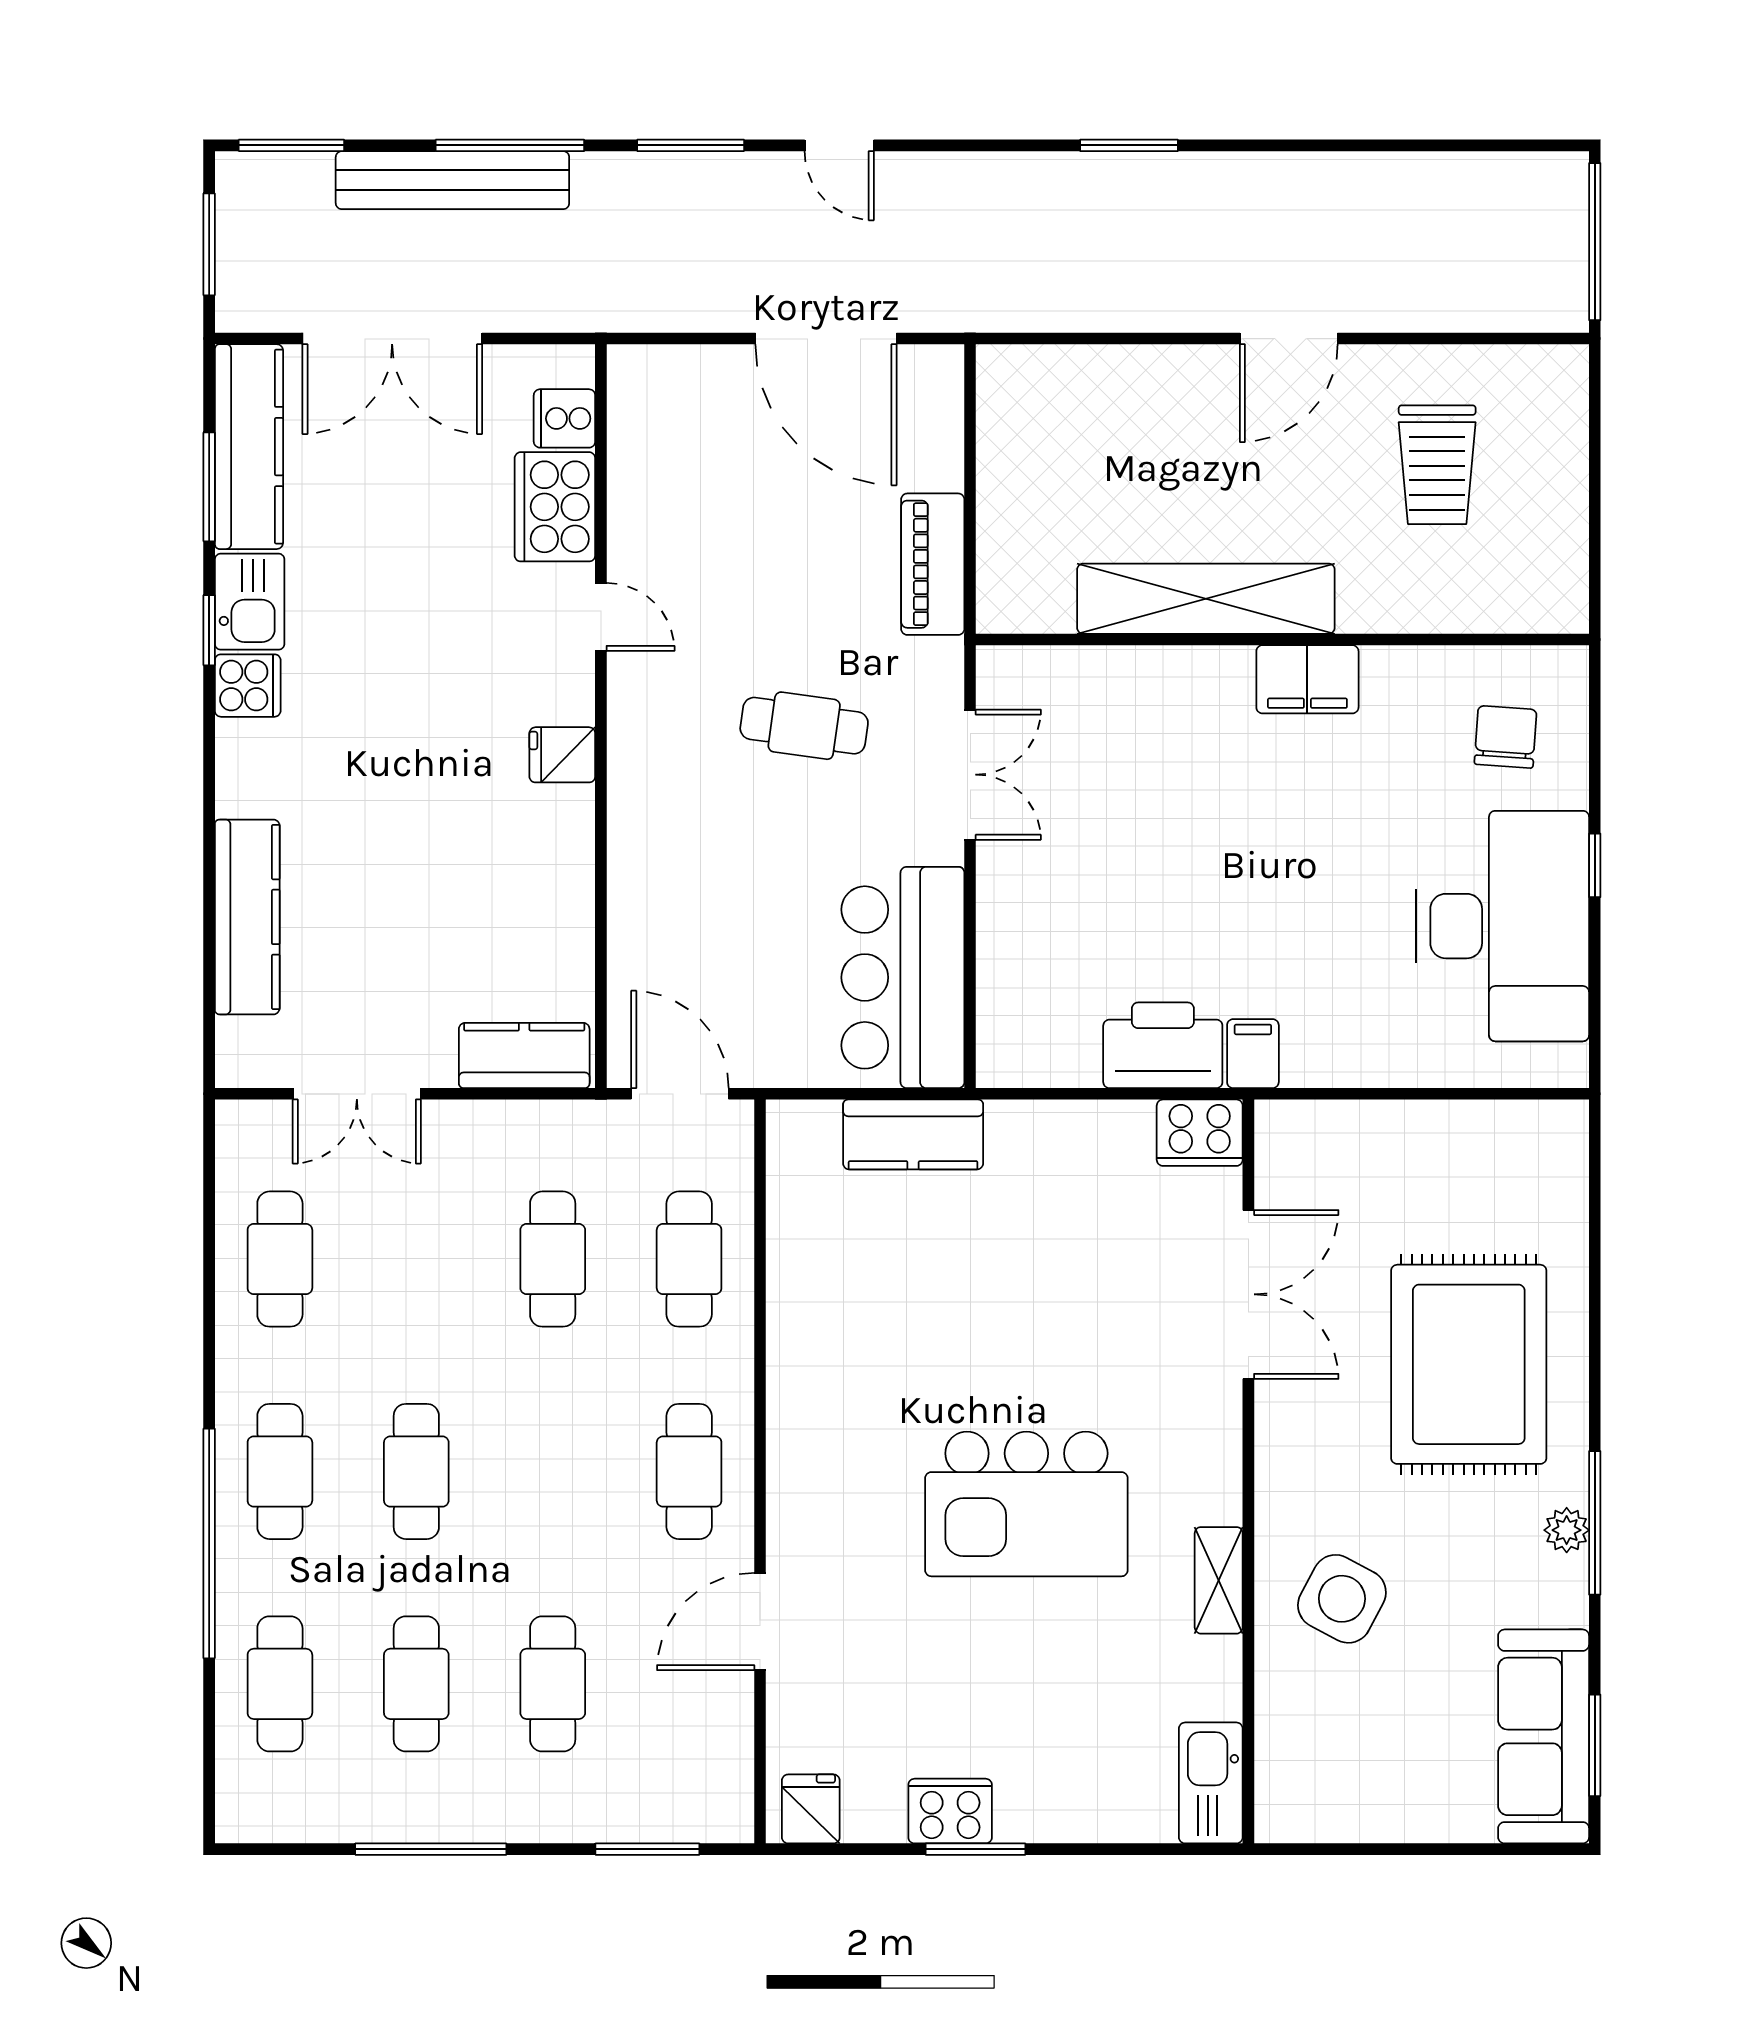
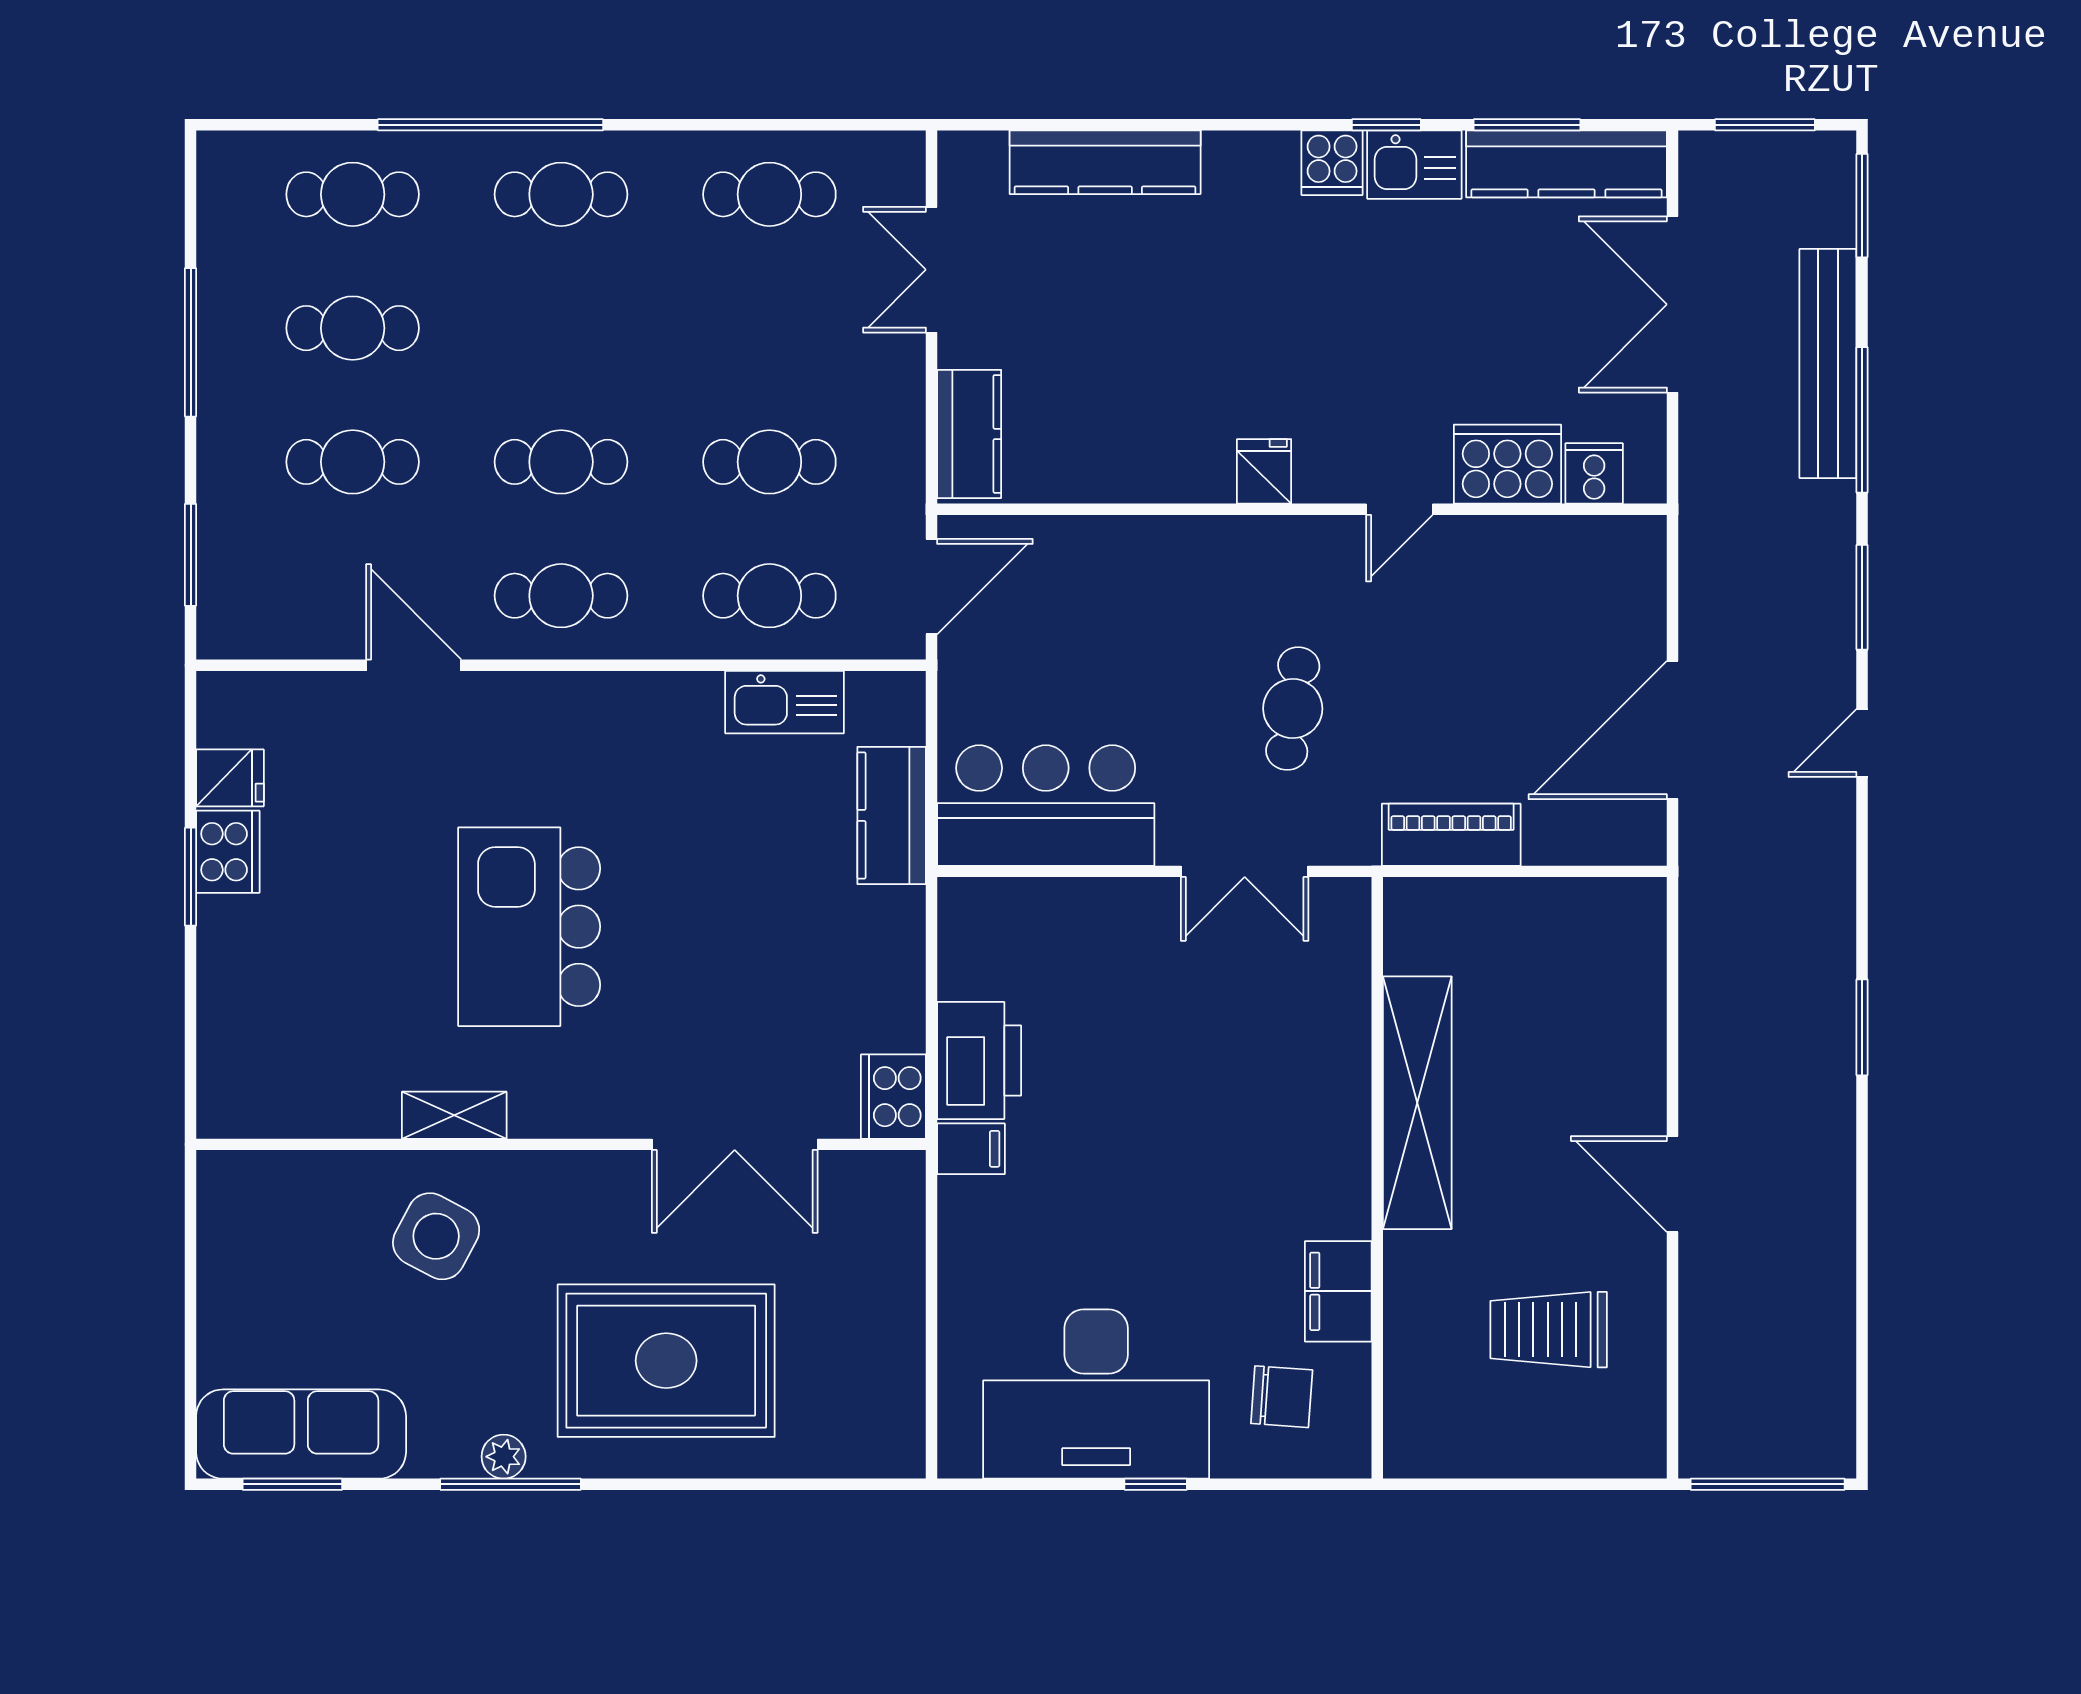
filing cabinet: (1307, 679) -> (1338, 1291), moved
cafe table: (416, 1471) -> (561, 462), moved
kitchen sink: (1211, 1783) -> (785, 702), moved, turned 180
fridge: (811, 1809) -> (230, 778), moved

